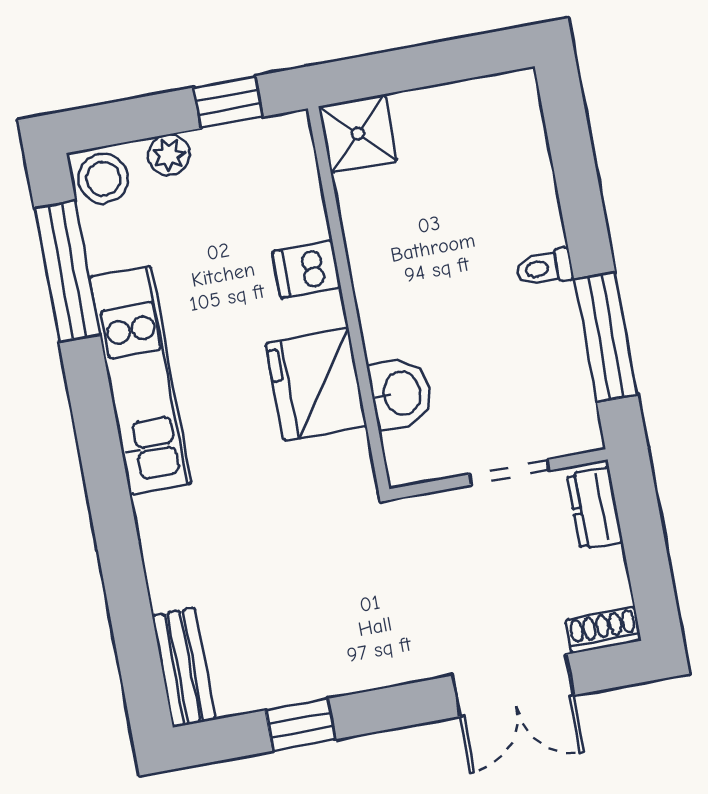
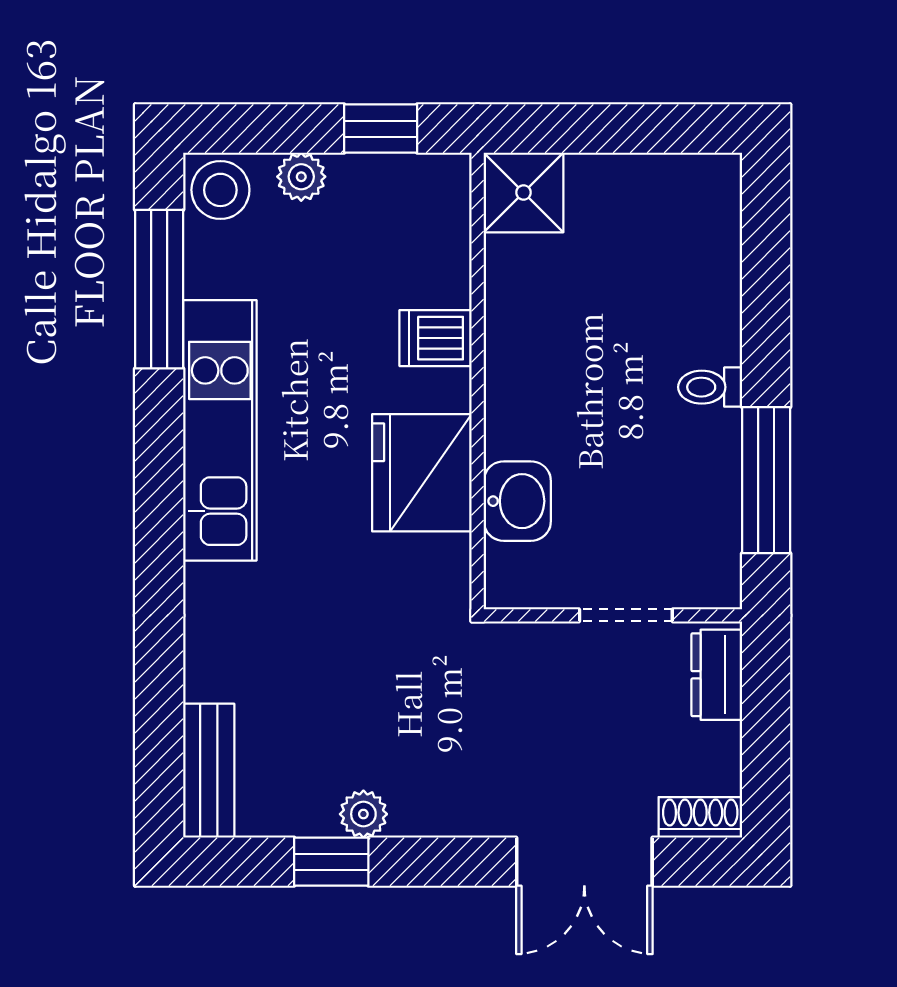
plant: (320, 680) -> (363, 814), added

